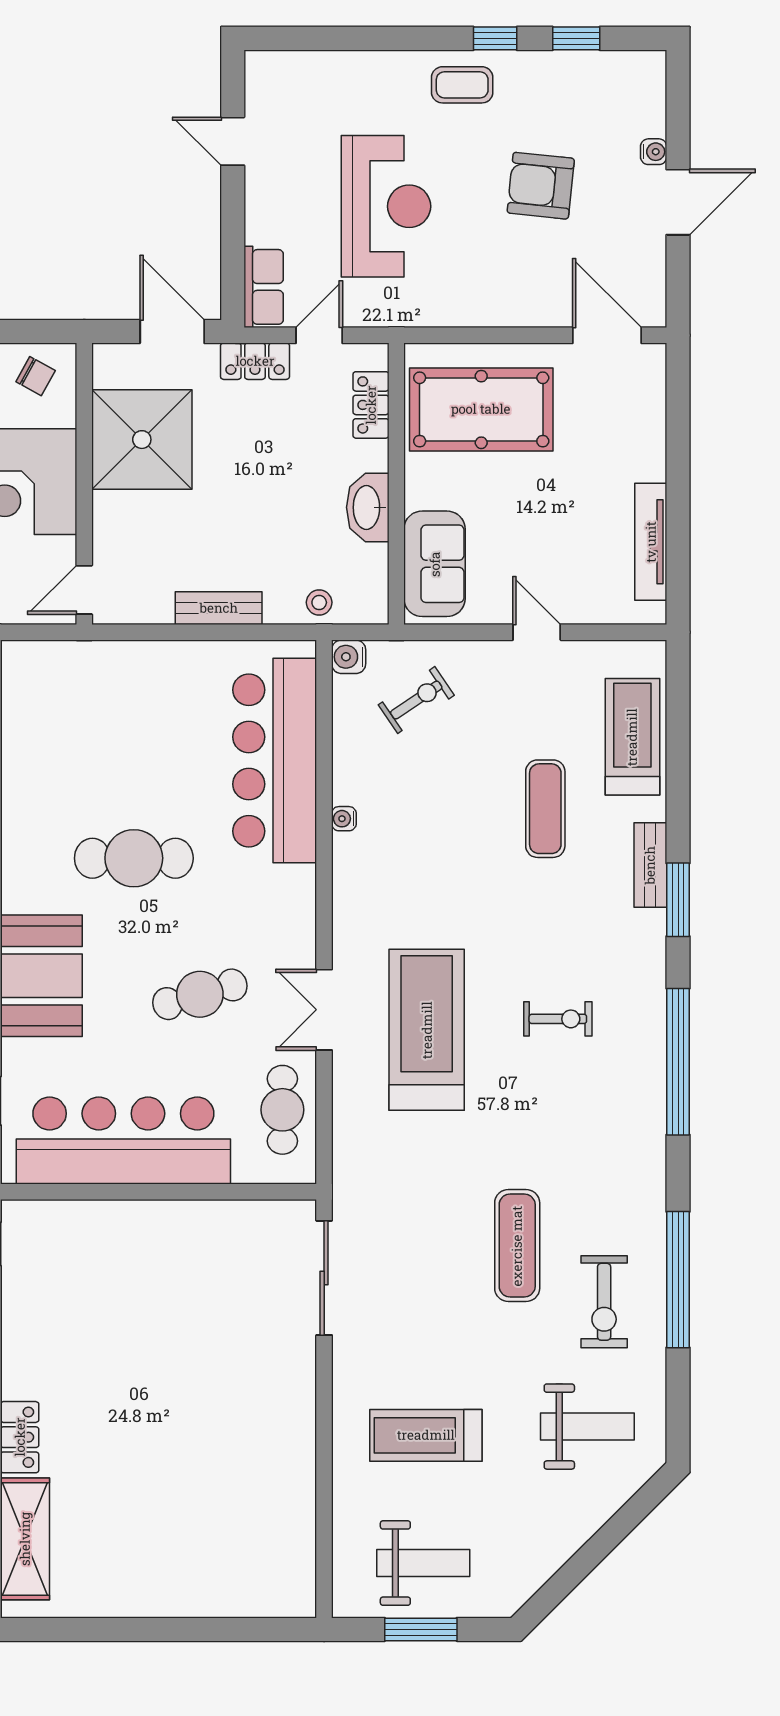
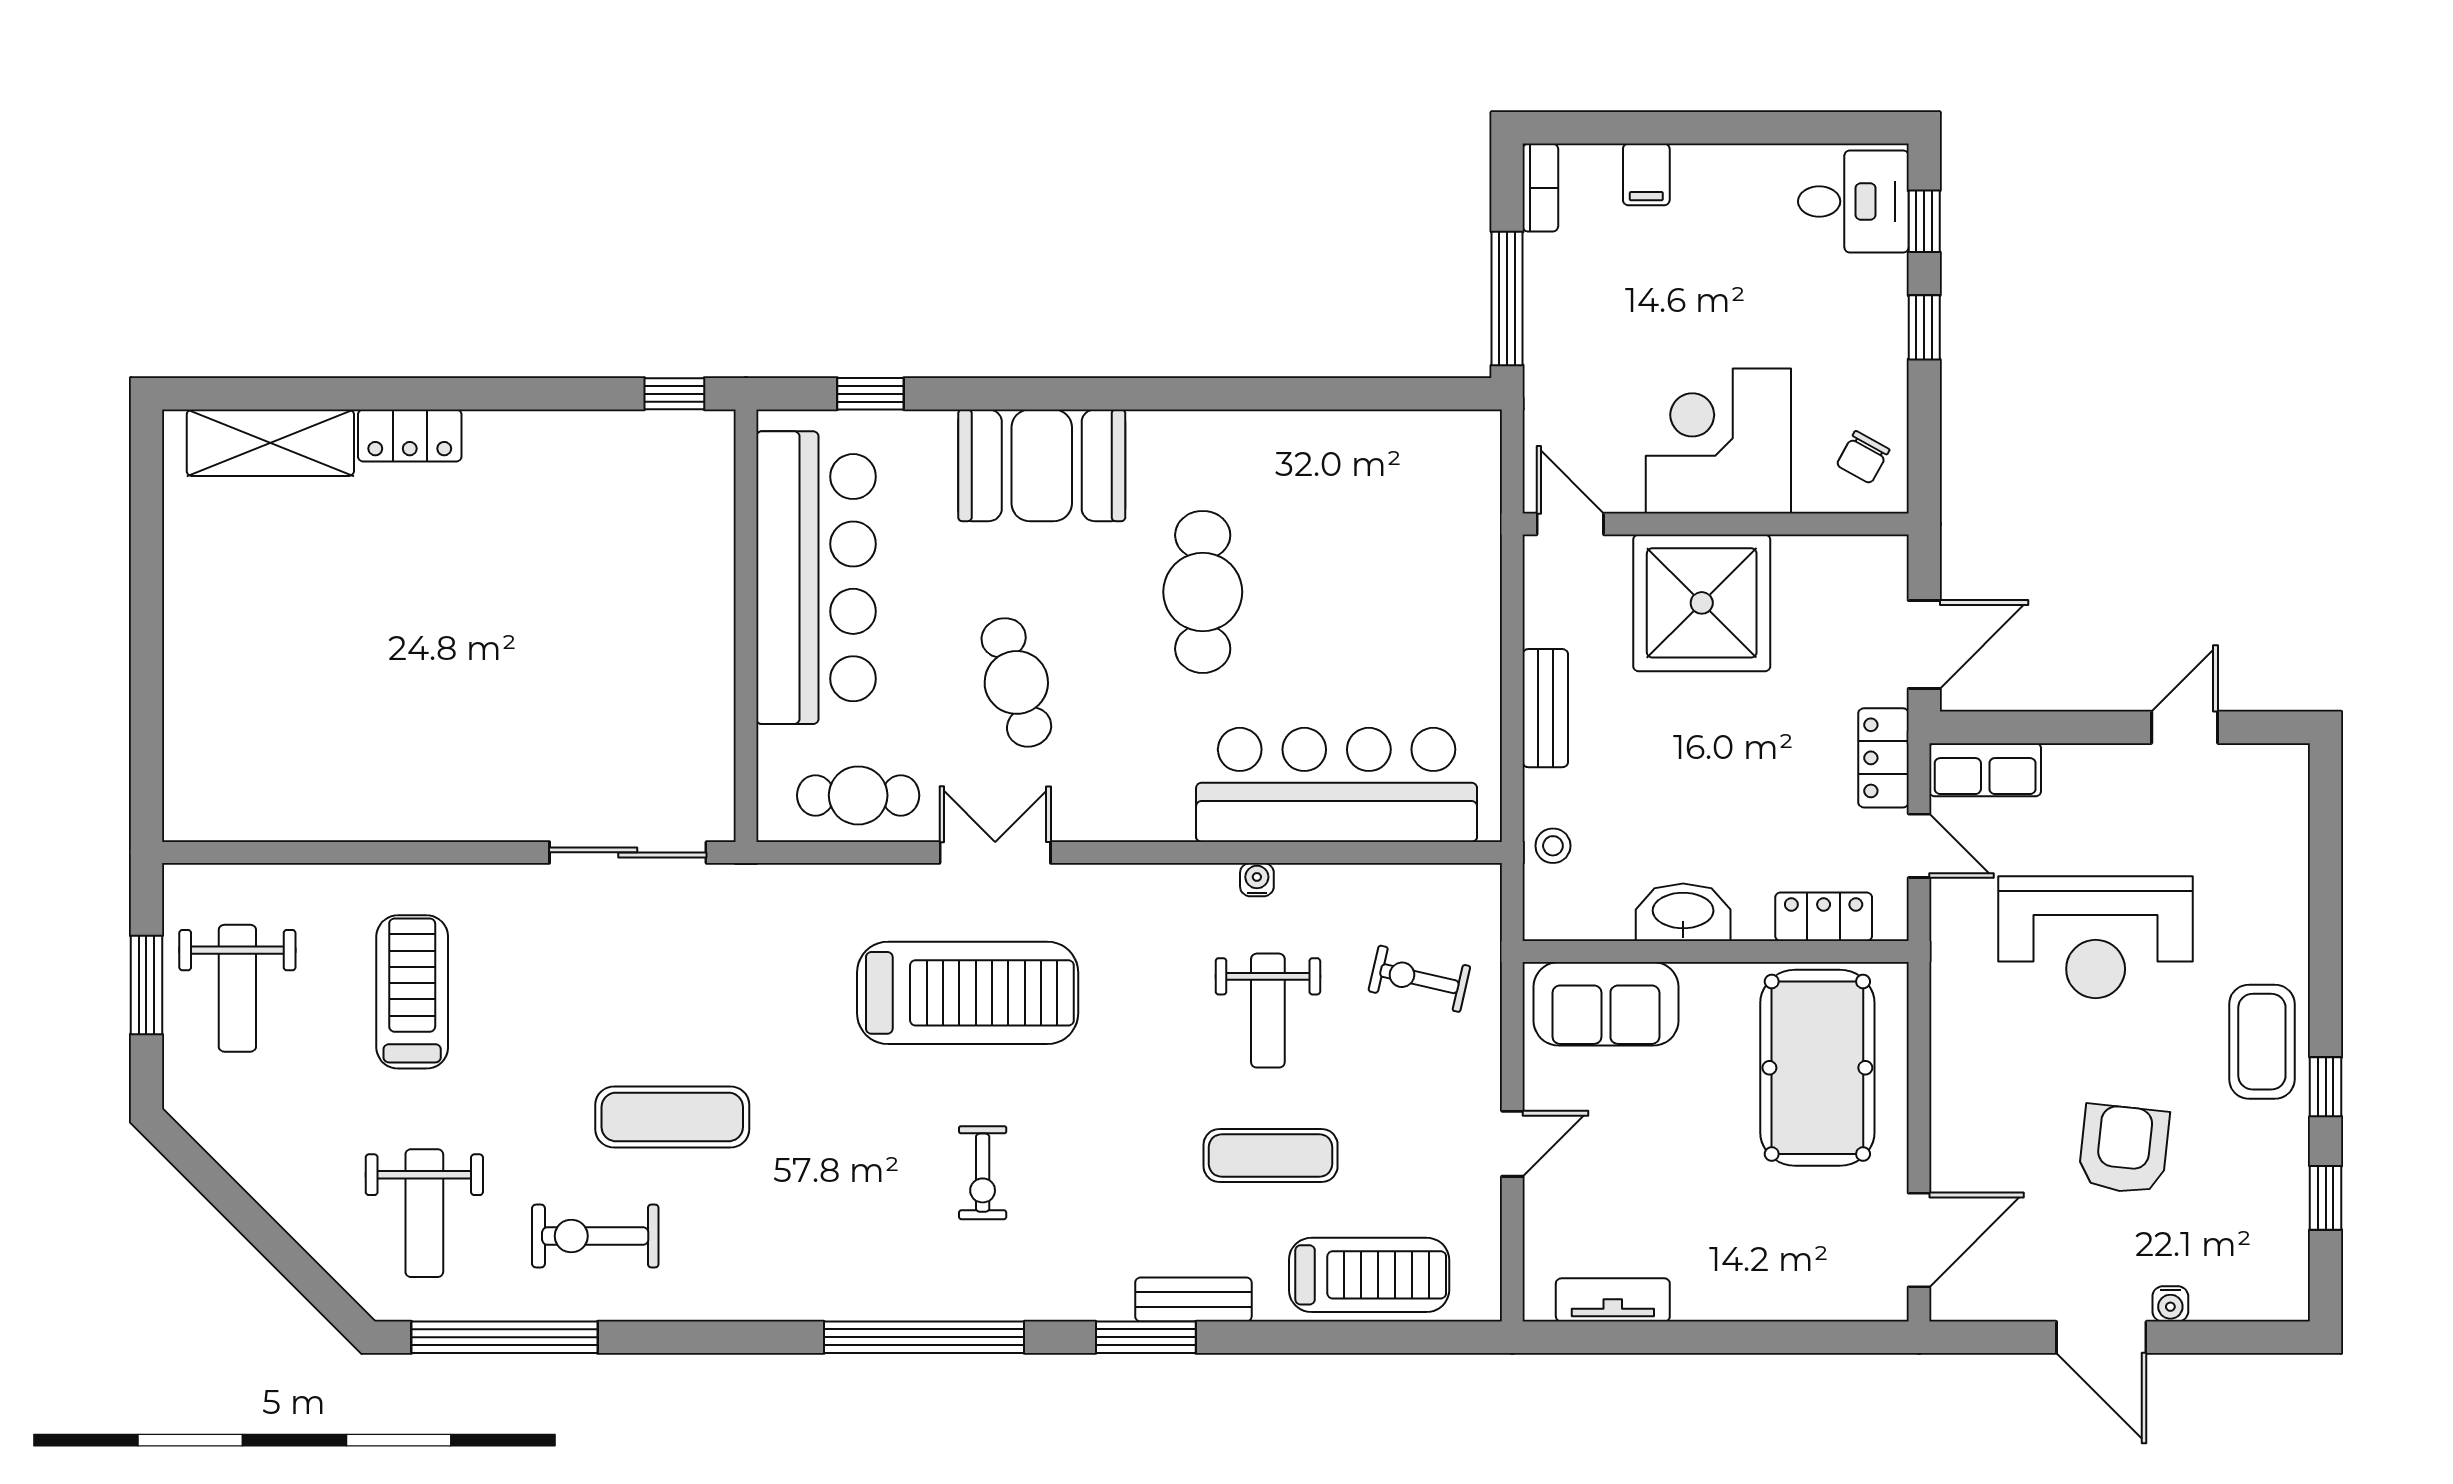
coffee table: (462, 85) -> (2262, 1042), width x1.36, depth x1.30
shower: (142, 440) -> (1702, 603), moved
tv unit: (651, 542) -> (1613, 1300), width x0.71
water cooler: (349, 657) -> (1479, 886), removed
exercise bike: (416, 700) -> (1419, 979), turned 137
weight bench: (439, 811) -> (1268, 1011), added
window: (678, 1280) -> (504, 1337), moved

